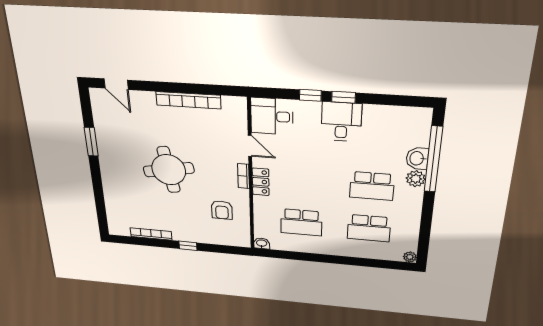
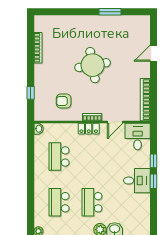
door: (116, 84) -> (153, 53), moved
bookcase: (188, 100) -> (145, 100), moved
window: (188, 246) -> (31, 93), moved

